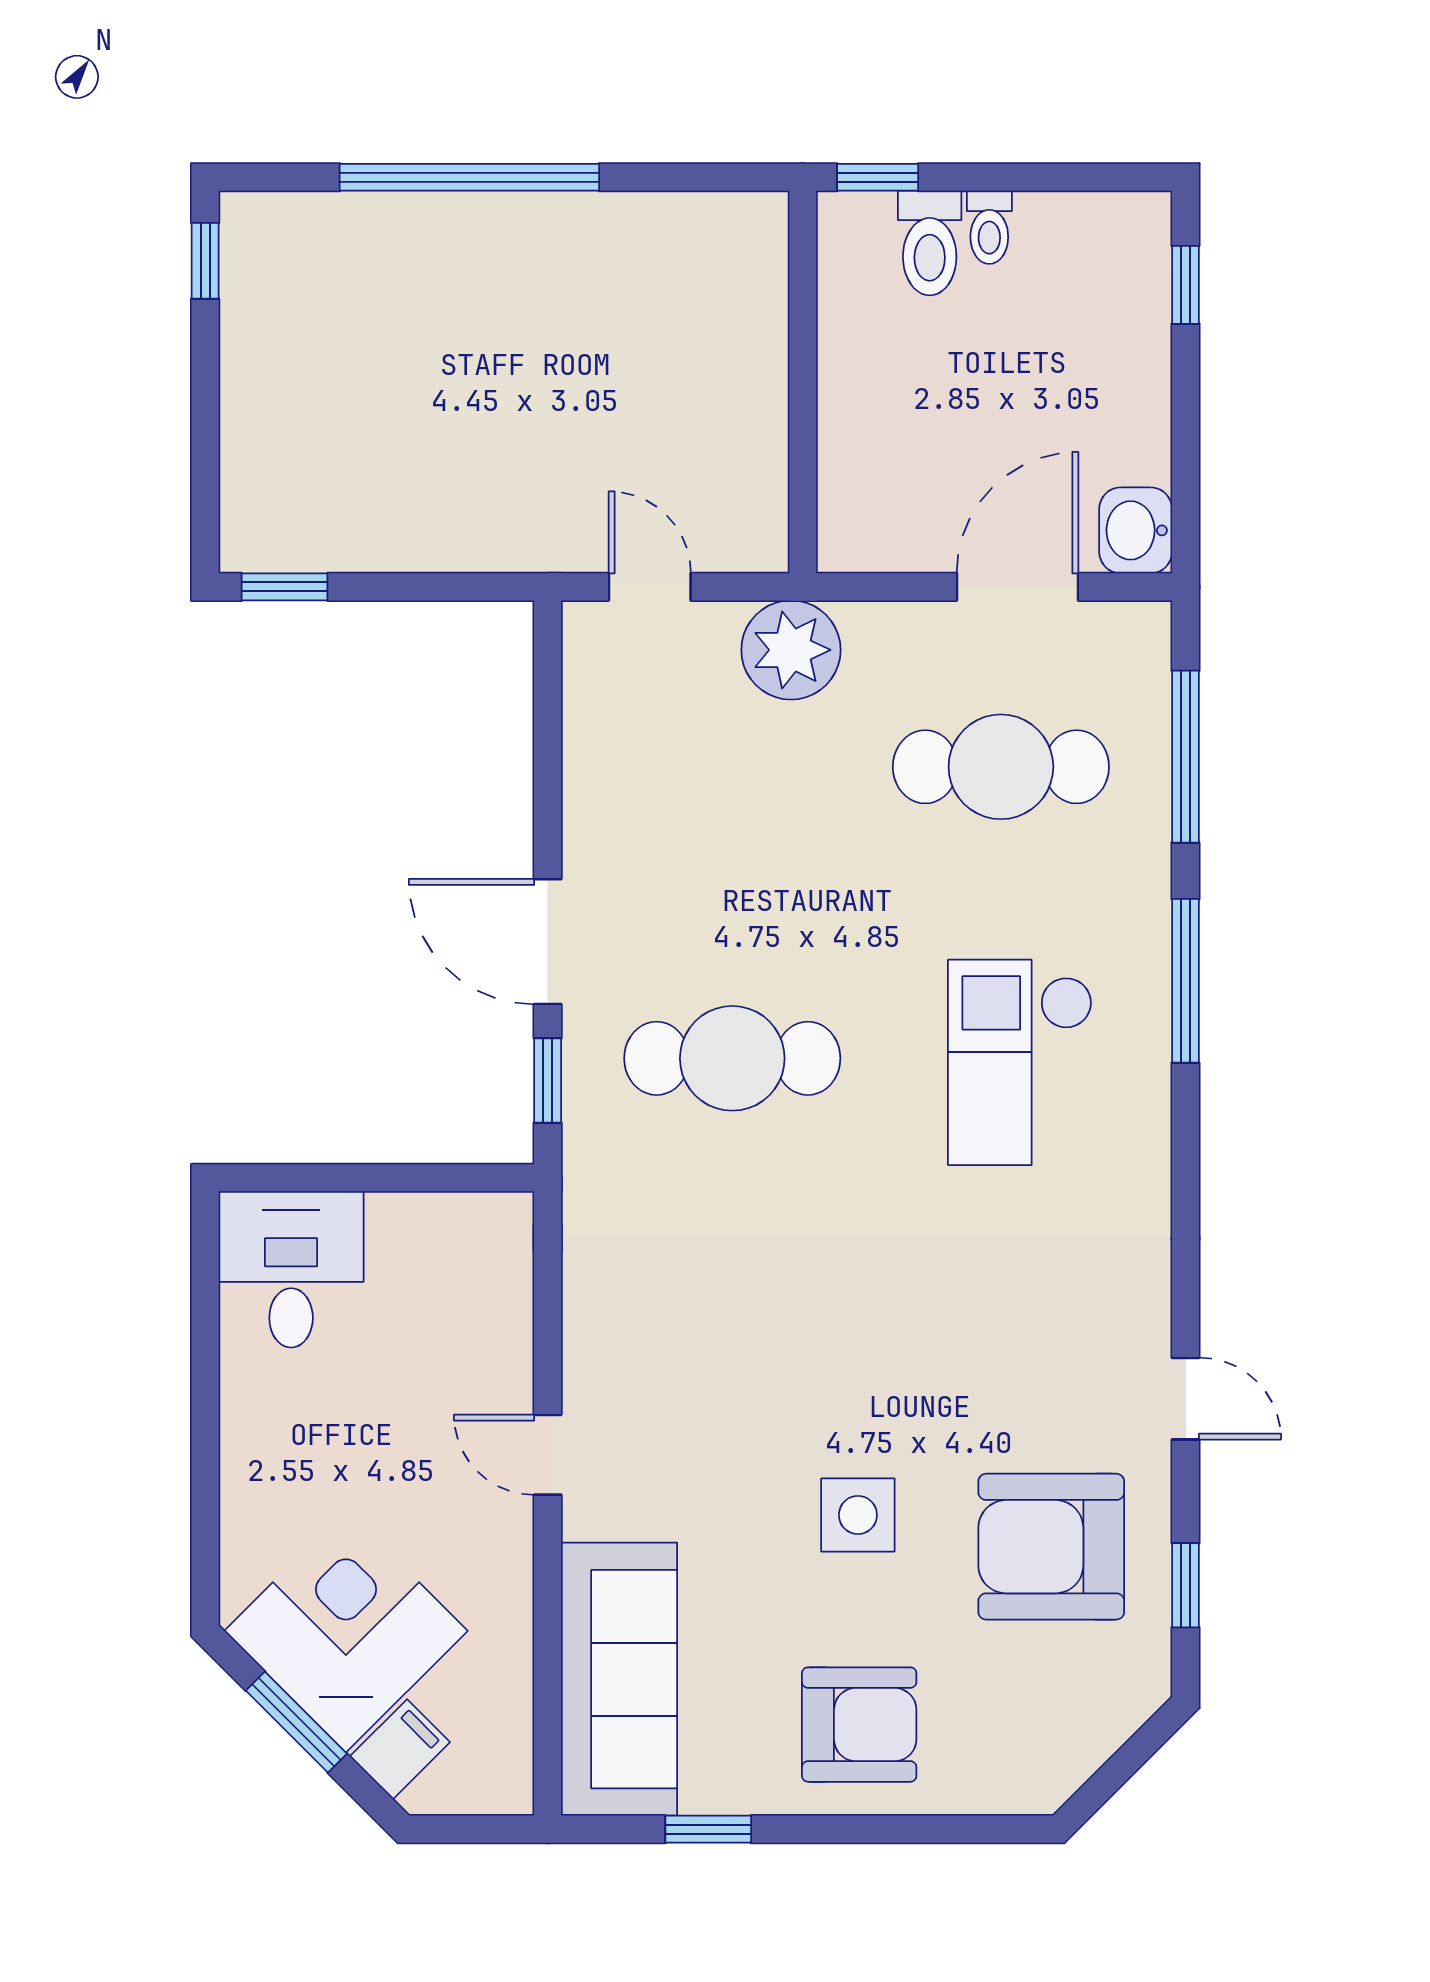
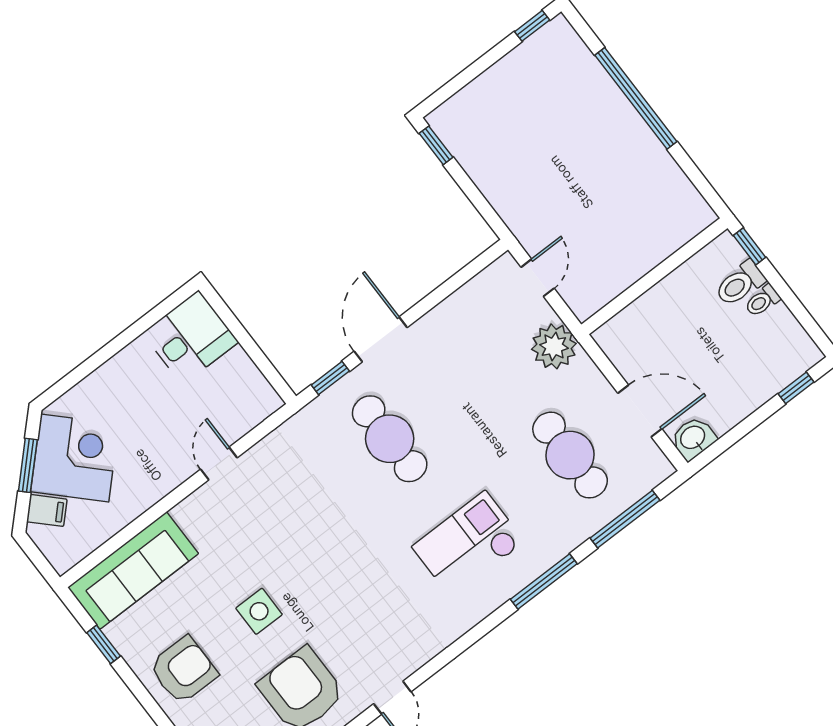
door: (548, 1455) -> (219, 463), moved
armchair: (859, 1725) -> (183, 670), turned -90

